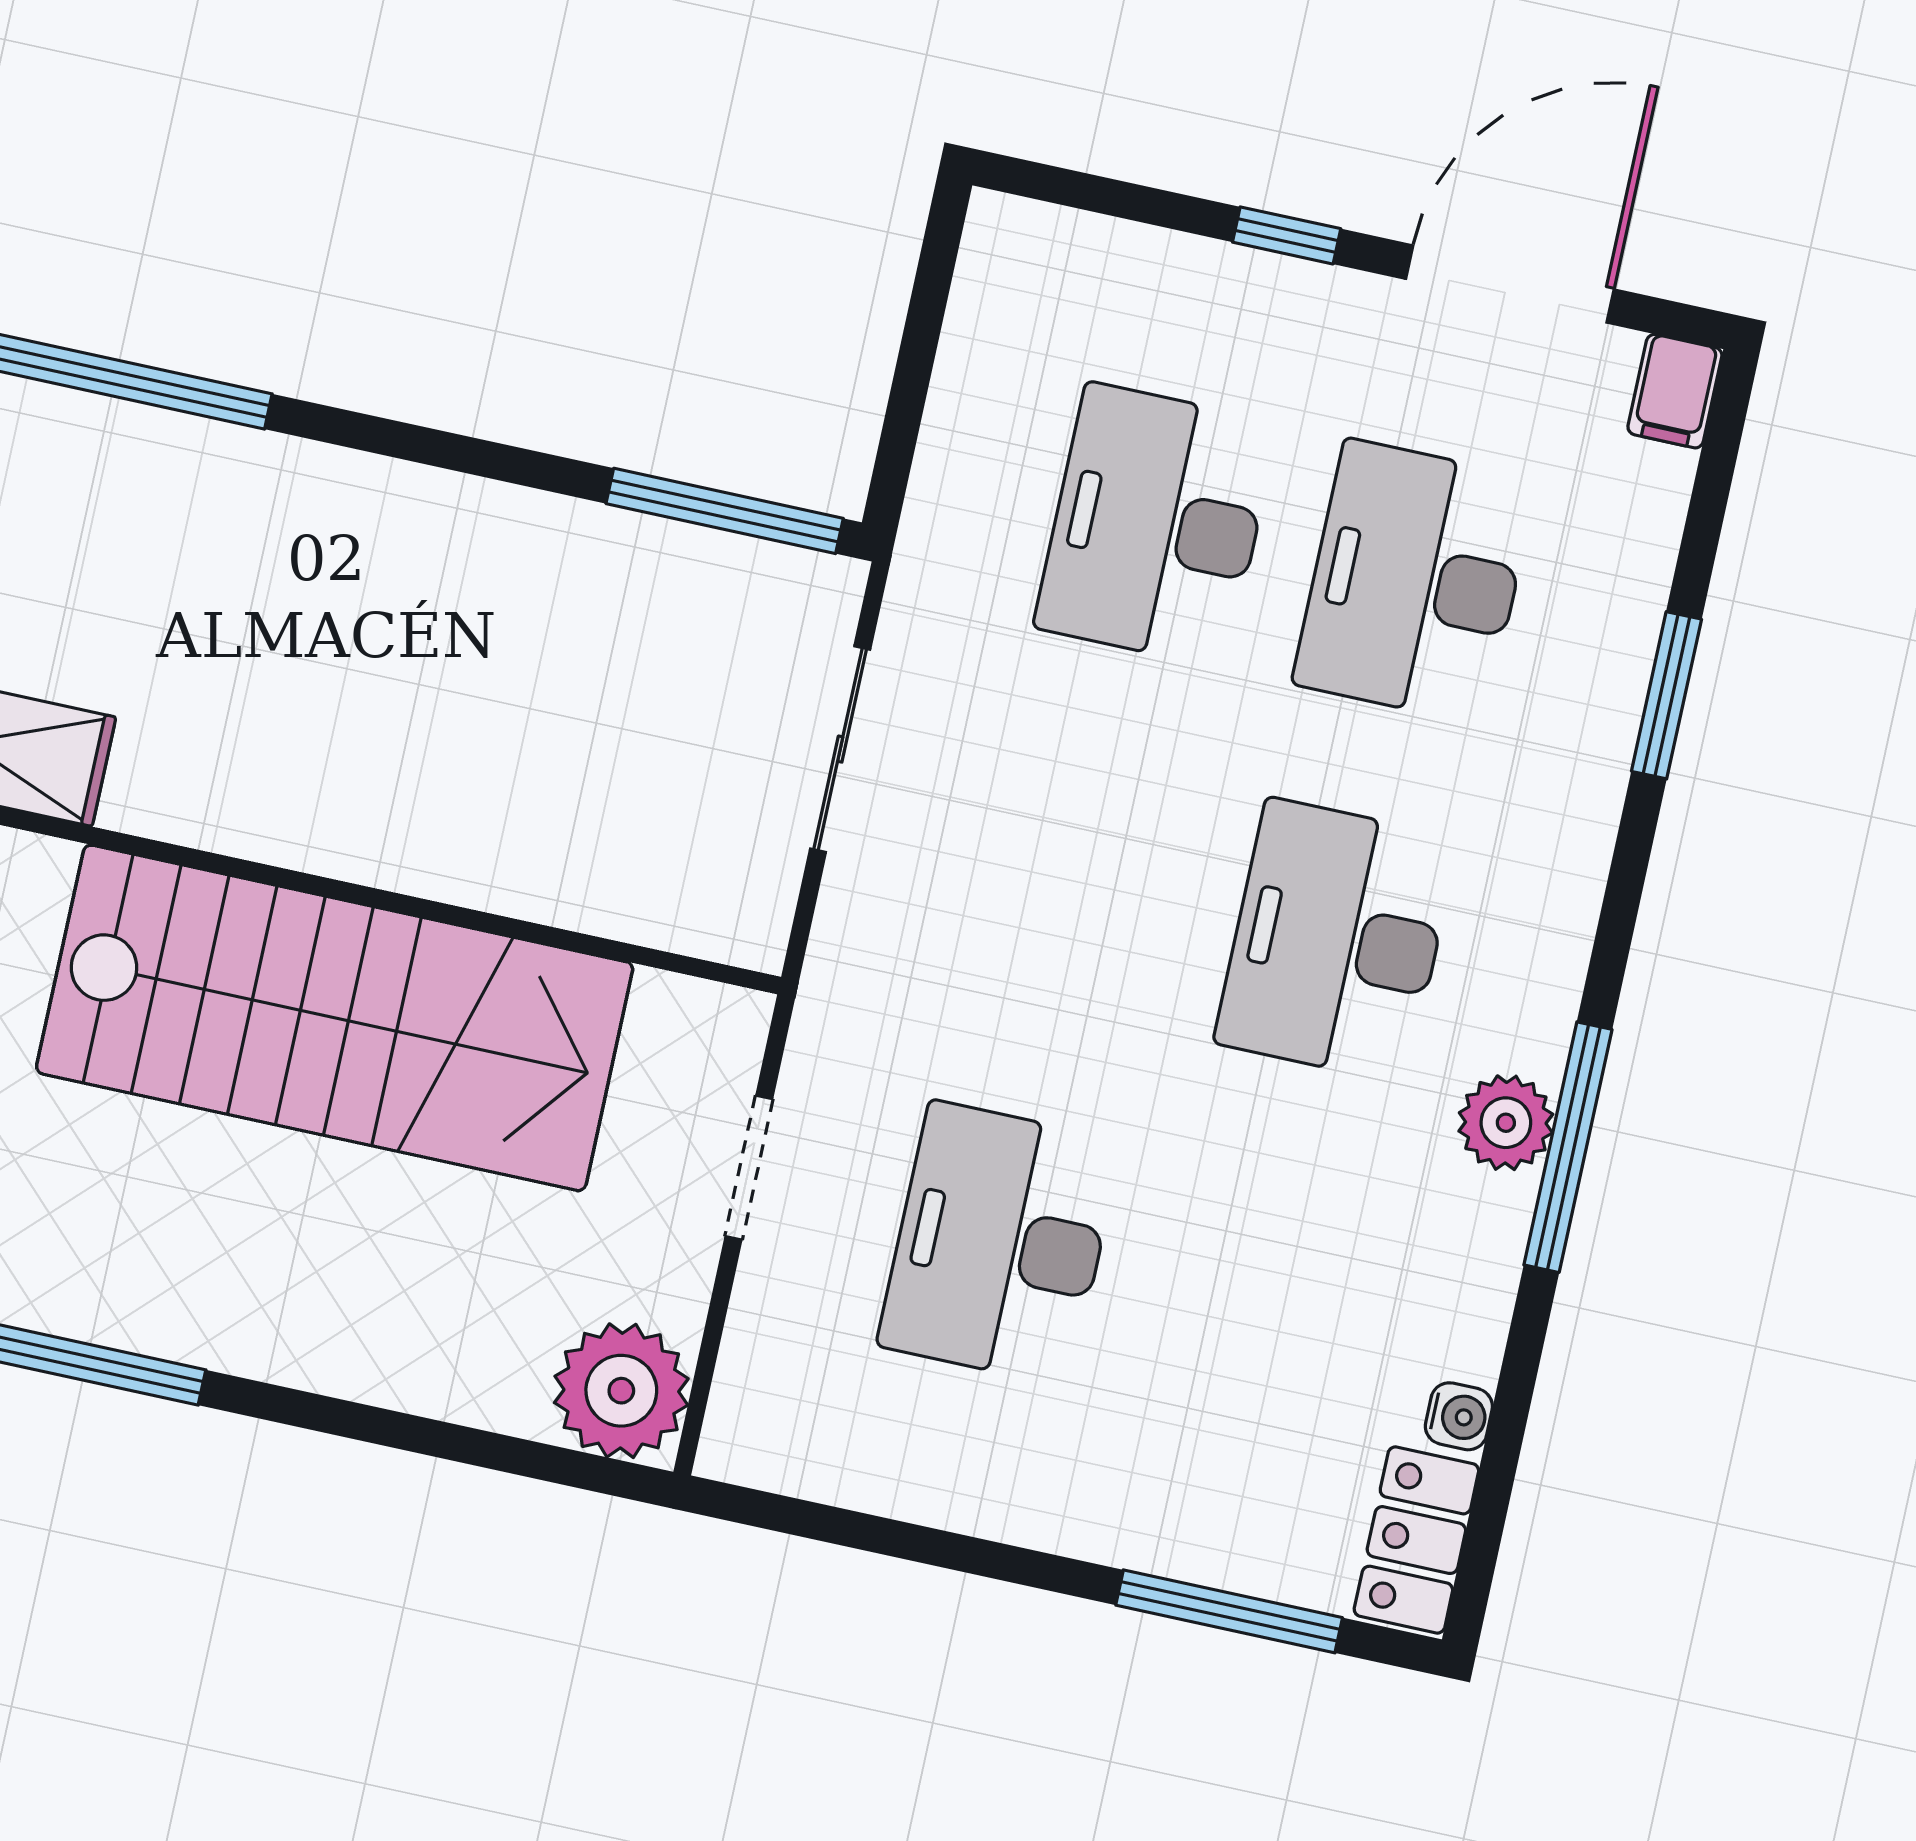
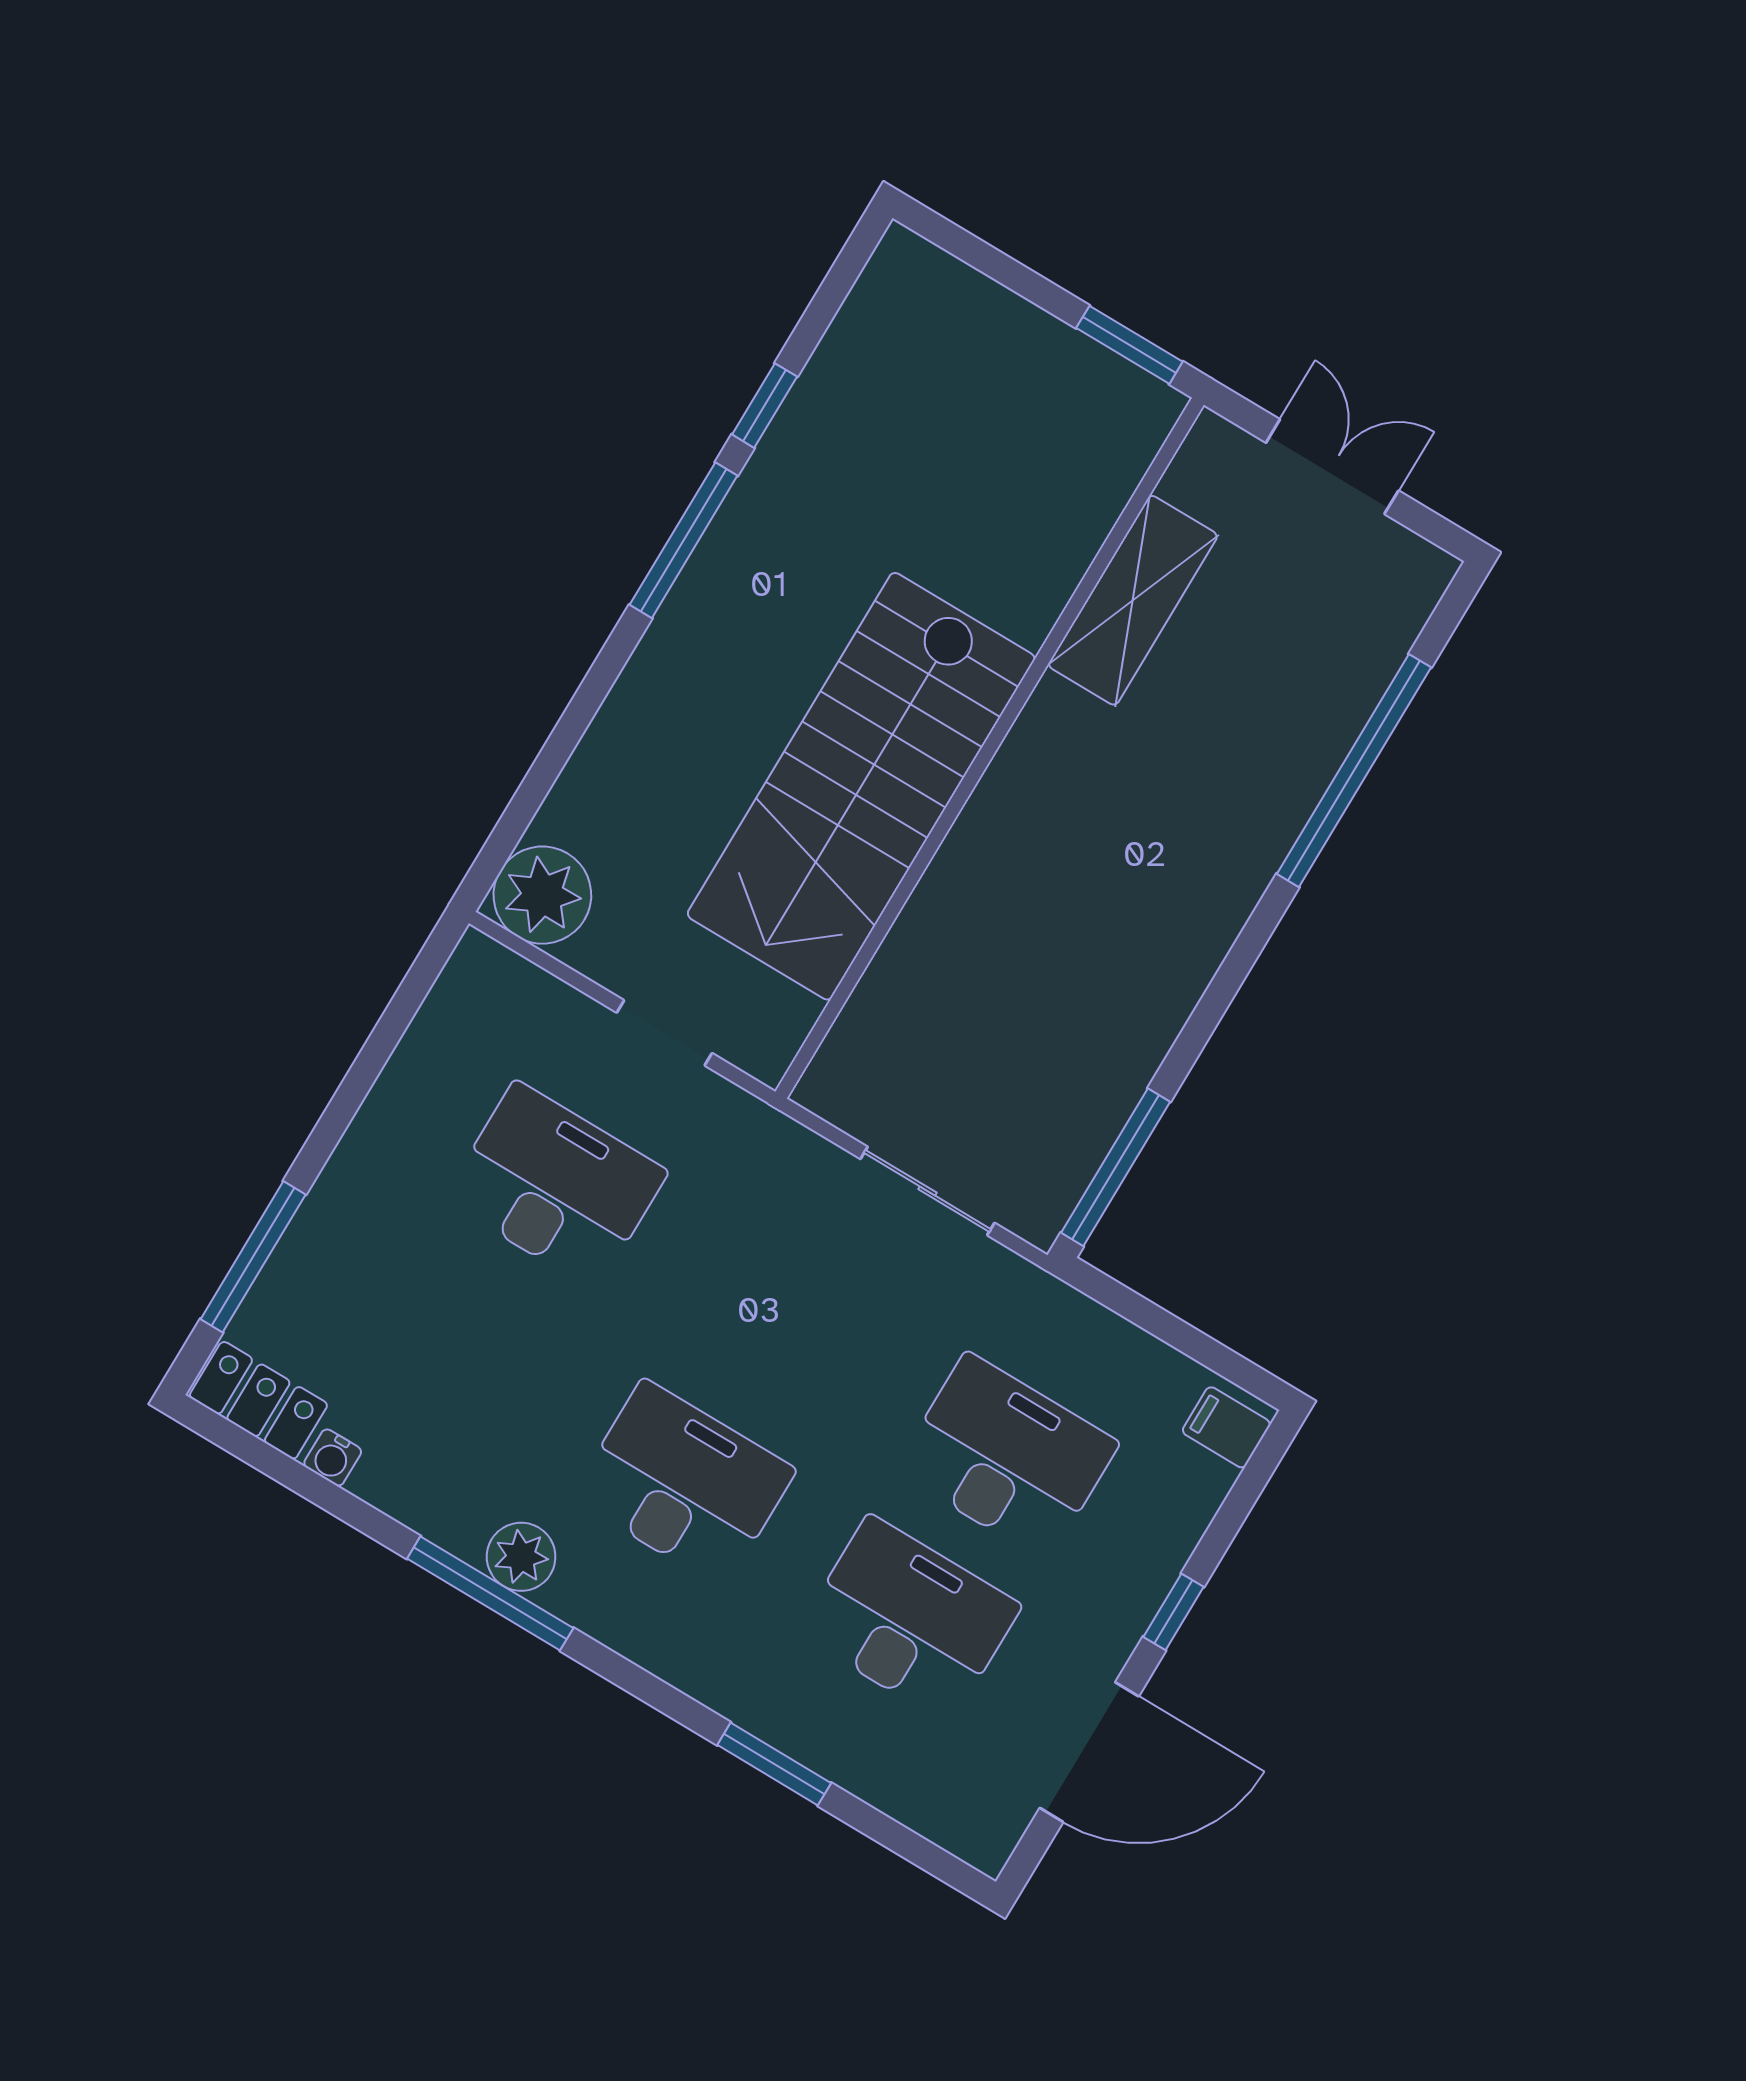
door: (1510, 284) -> (1089, 1752), hinge flipped
filing cabinet: (1675, 391) -> (1226, 1427), moved

